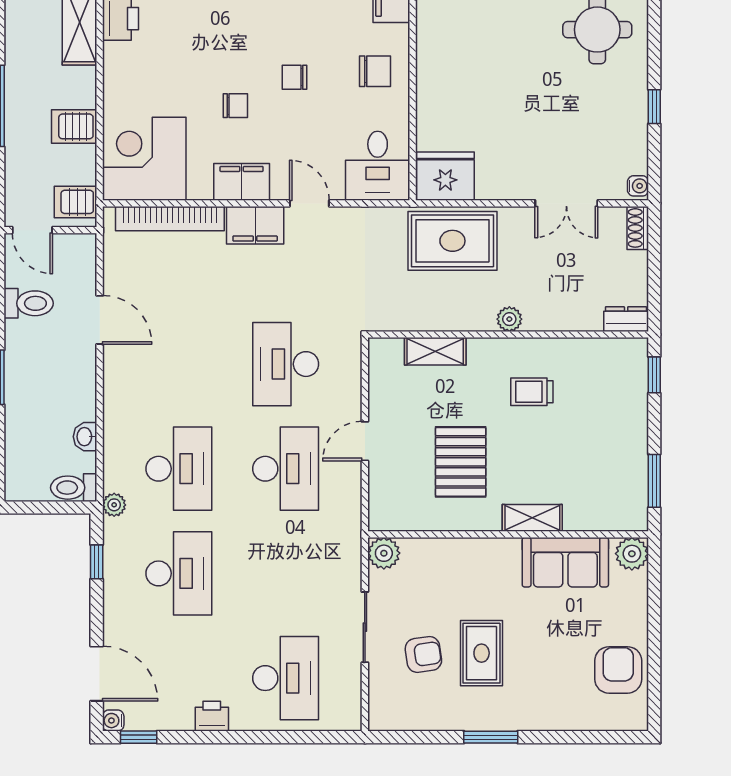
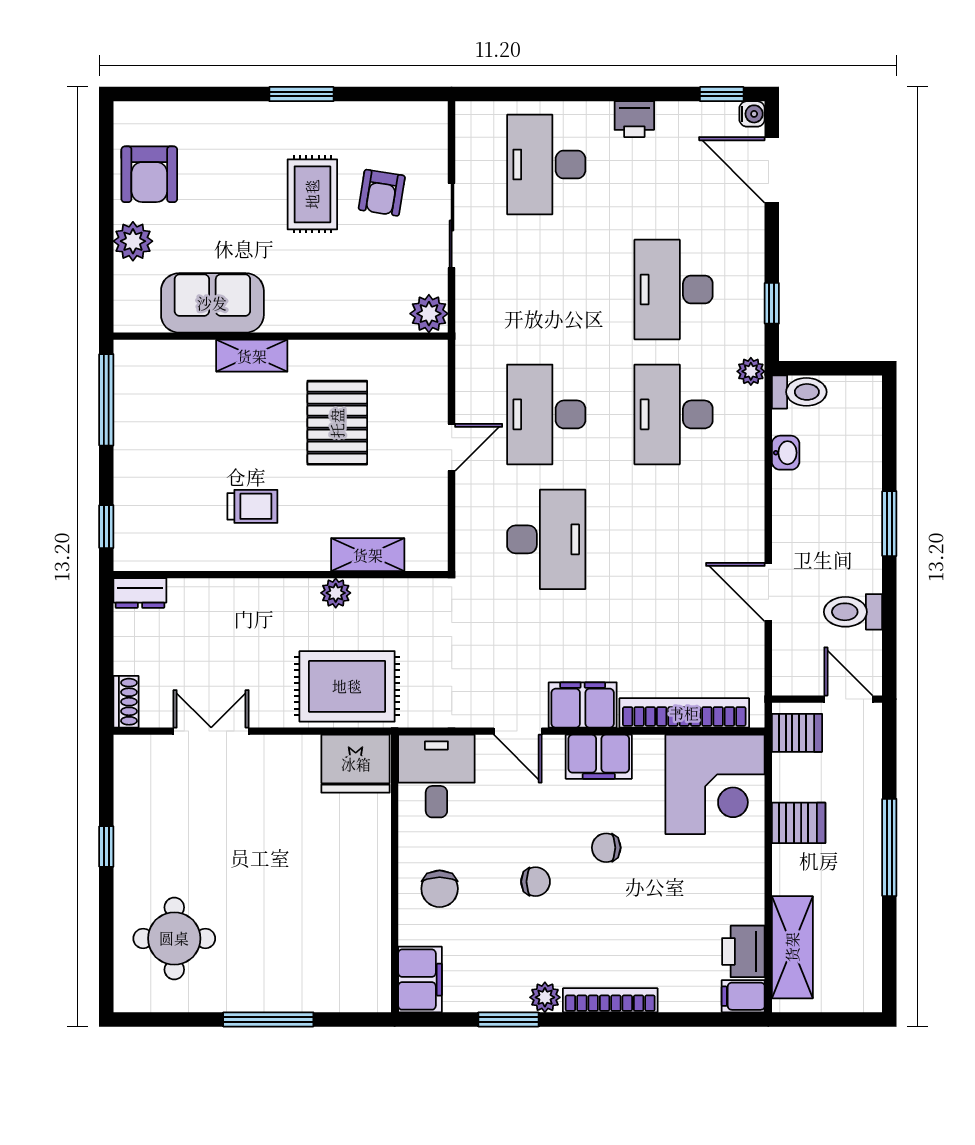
chair: (375, 71) -> (440, 889), turned -90
water cooler: (638, 186) -> (126, 752), removed
plant: (509, 319) -> (336, 593), moved
window: (654, 481) -> (106, 400), width x1.44
plant: (632, 554) -> (133, 241), moved
armchair: (423, 654) -> (382, 193), turned -73

